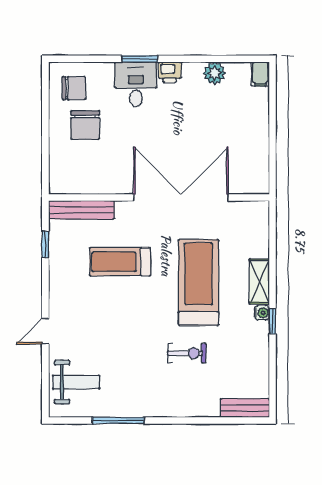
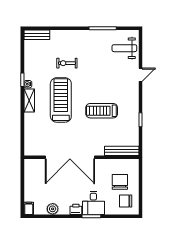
wall: (159, 198) -> (81, 157), moved
double door: (181, 198) -> (70, 157), moved
bench: (81, 210) -> (122, 151), moved
treadmill: (120, 262) -> (102, 111), turned 180
treadmill: (199, 282) -> (61, 100), turned 180

